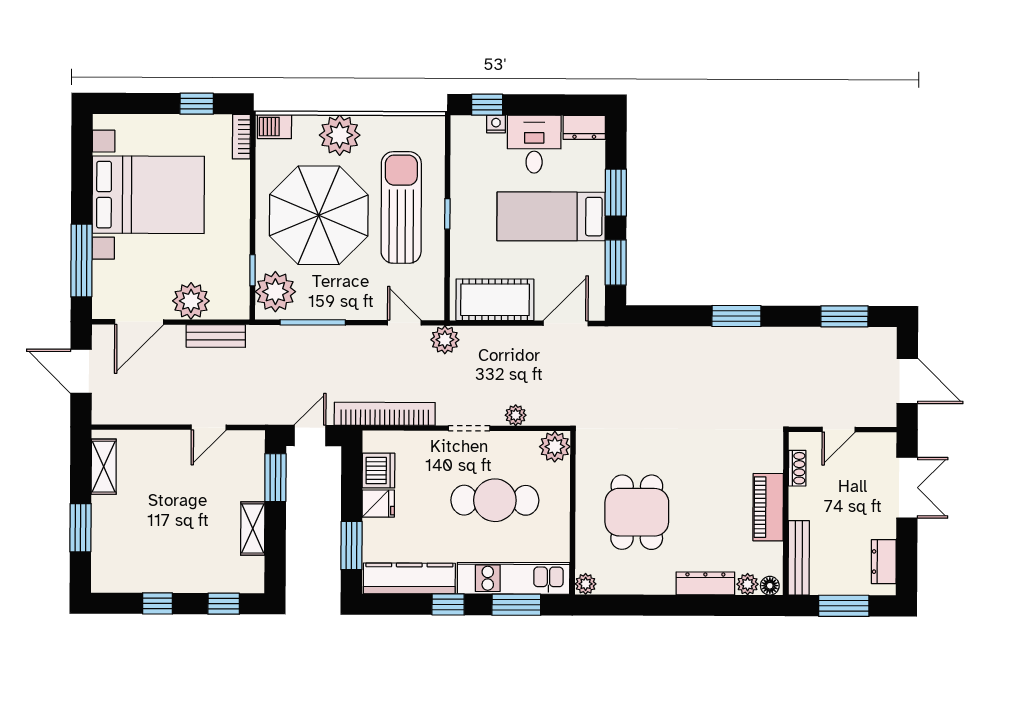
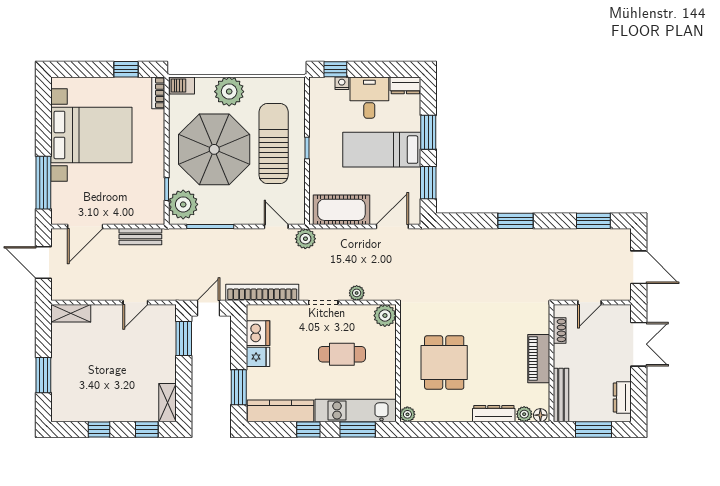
plant: (191, 301) -> (122, 211), removed
shelving: (104, 467) -> (71, 313), moved, turned 90
cafe table: (495, 500) -> (342, 354), width x0.73, depth x0.74
shelving: (253, 528) -> (167, 403), moved

